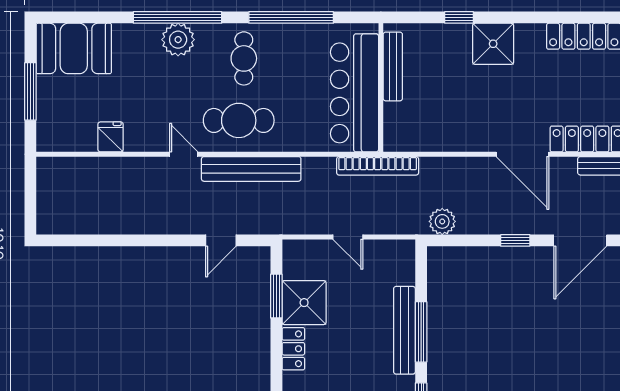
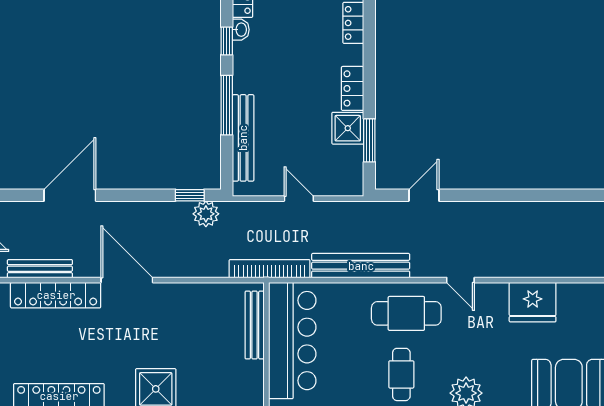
bench: (393, 66) -> (255, 325), moved
fridge: (111, 137) -> (533, 302), width x1.88, depth x1.34
bench: (251, 169) -> (361, 266), moved
window: (515, 240) -> (190, 195), moved
shower: (304, 303) -> (348, 128), width x0.73, depth x0.73
bench: (404, 330) -> (243, 138), moved

